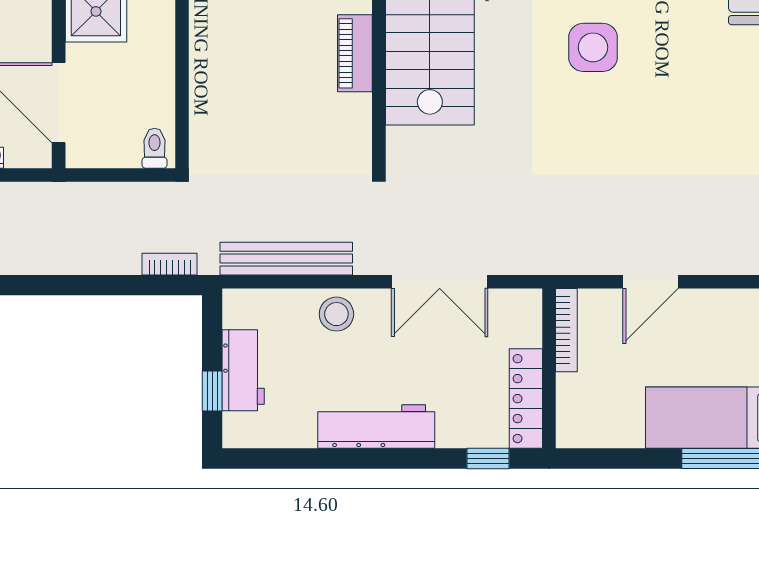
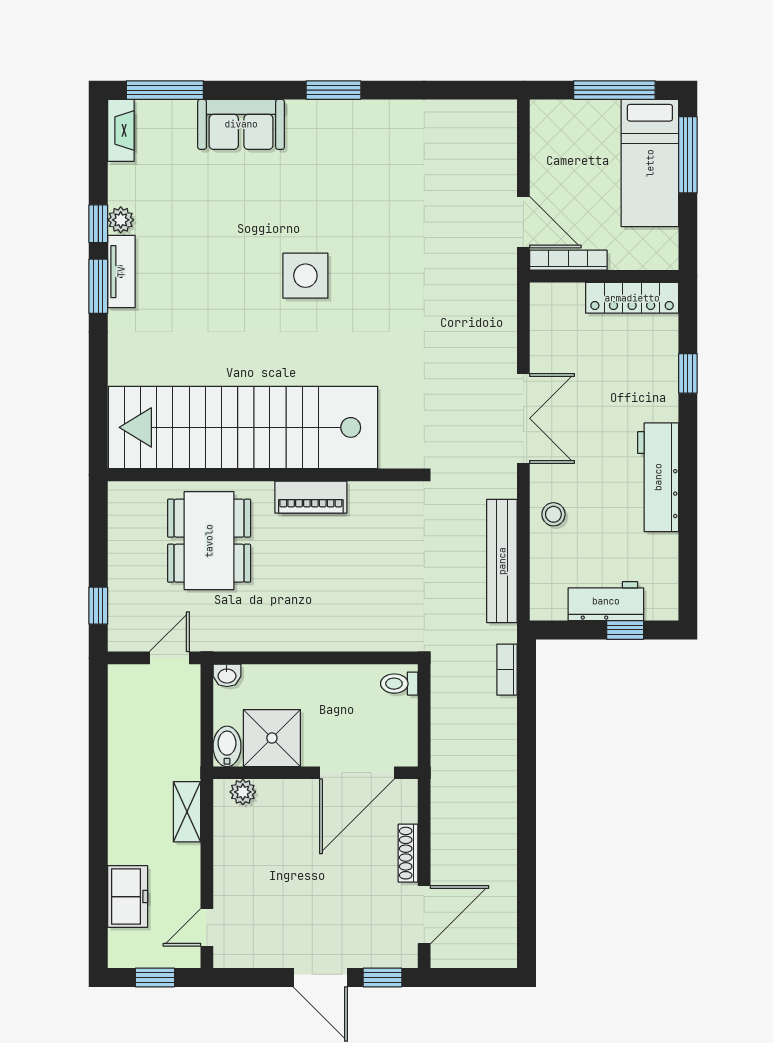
stool: (336, 314) -> (553, 514), width x0.73, depth x0.73
bookcase: (566, 330) -> (568, 260), moved
wall: (549, 368) -> (604, 276), moved
locker: (526, 399) -> (632, 298), moved

